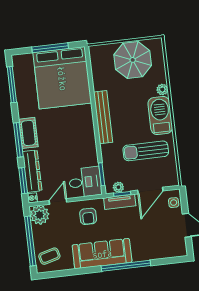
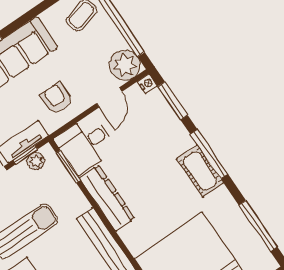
dresser: (32, 171) -> (107, 198), moved, turned 180

